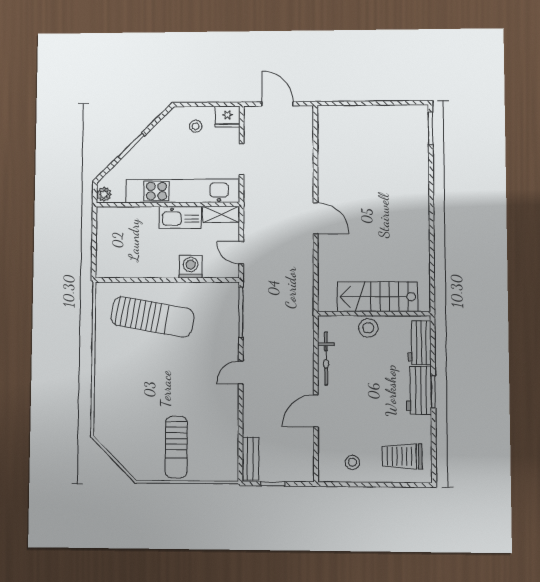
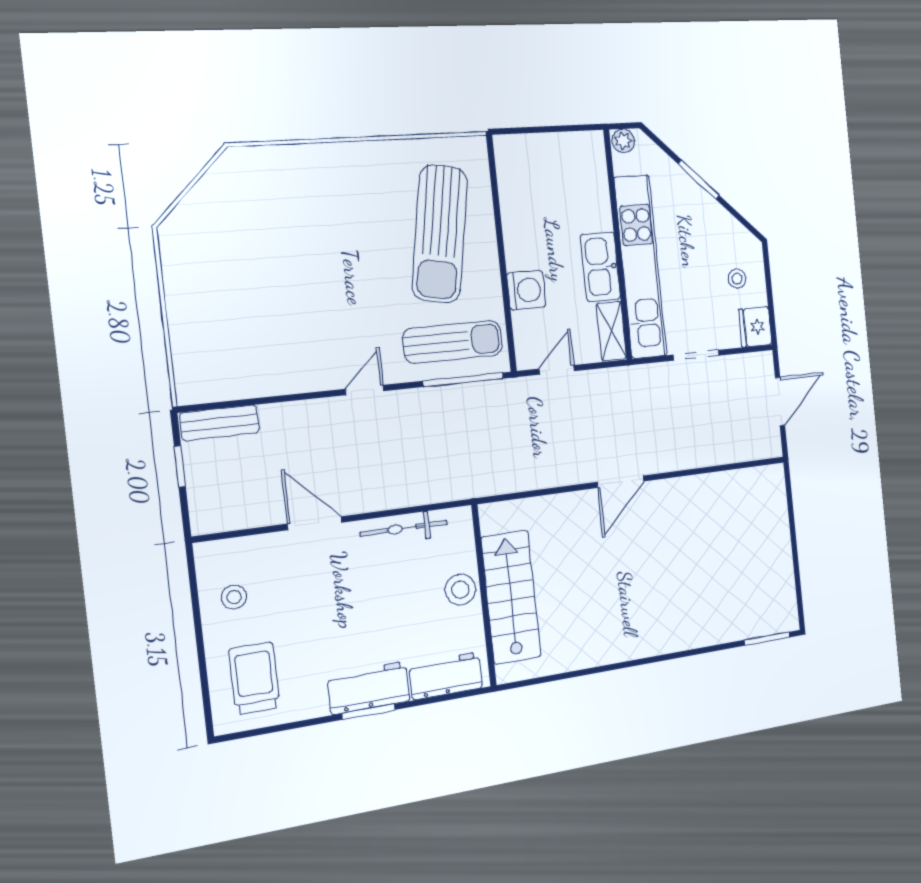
door: (241, 373) -> (365, 390), hinge flipped
sun lounger: (176, 447) -> (453, 342), moved, turned 180

